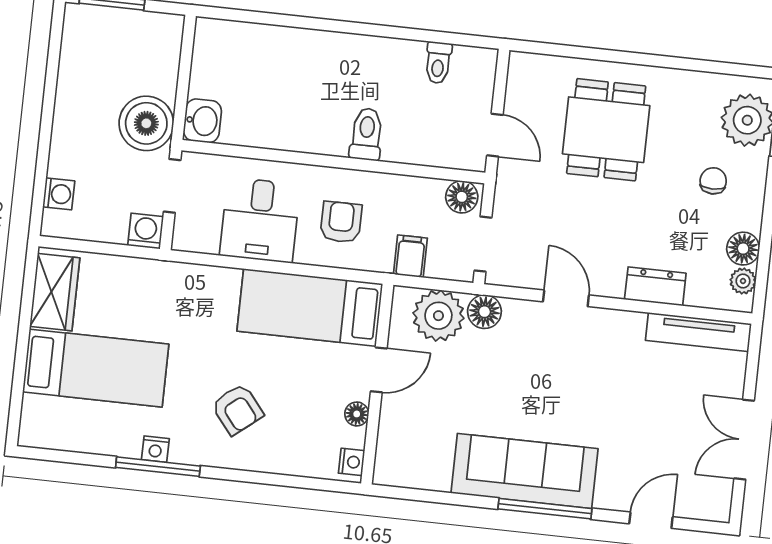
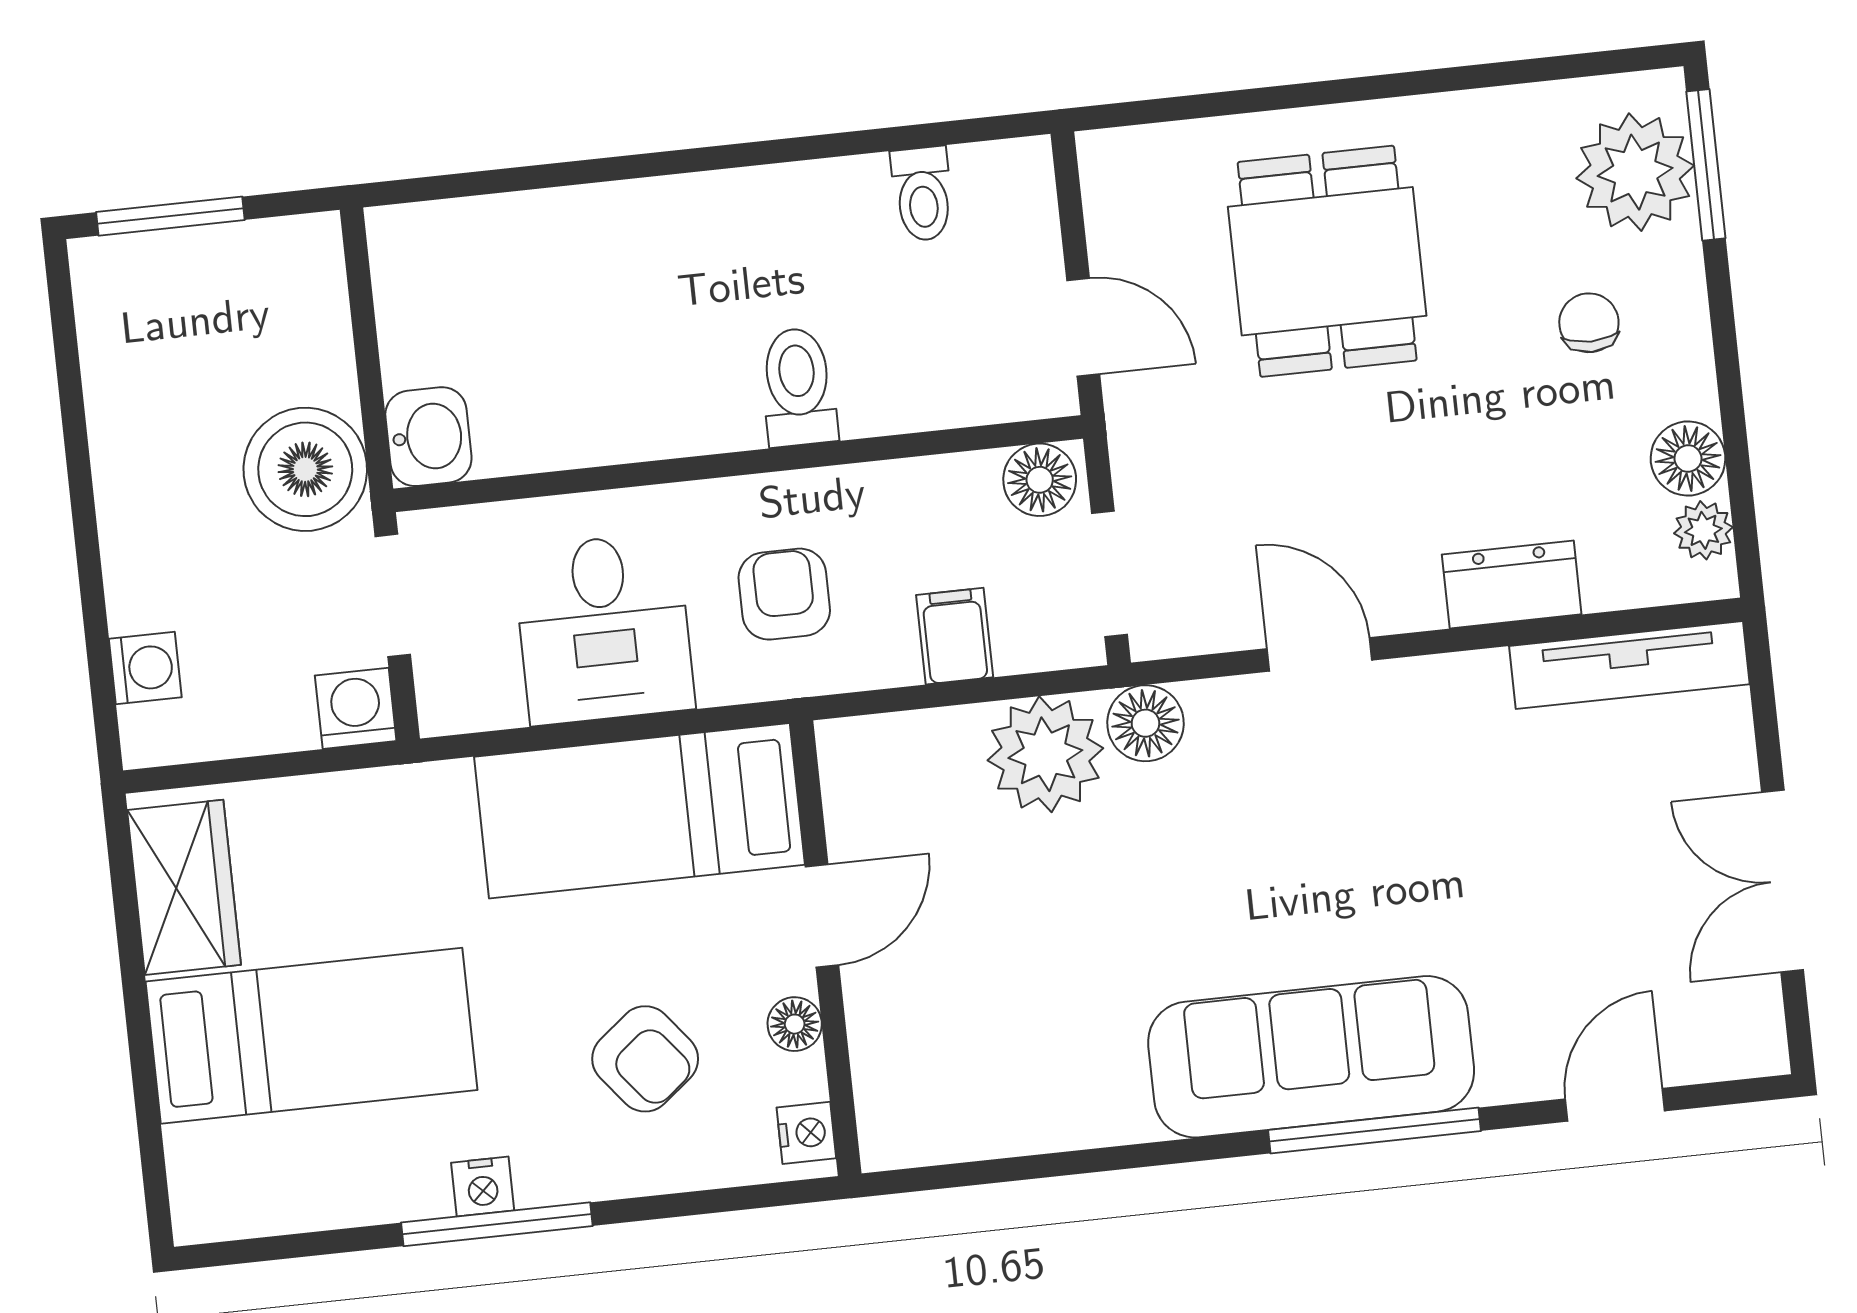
bed: (310, 307) -> (639, 811), moved
door: (379, 370) -> (822, 916), moved
wall: (377, 384) -> (826, 948), moved
floor lamp: (357, 414) -> (795, 1024), moved
nightstand: (352, 462) -> (806, 1133), moved

